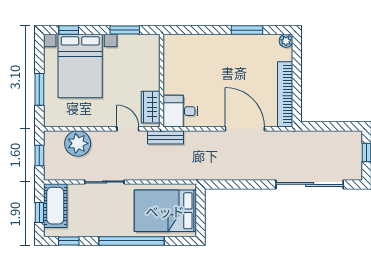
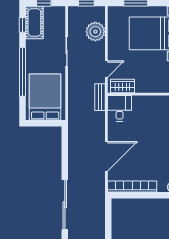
cot: (55, 206) -> (34, 22), moved, turned 90

